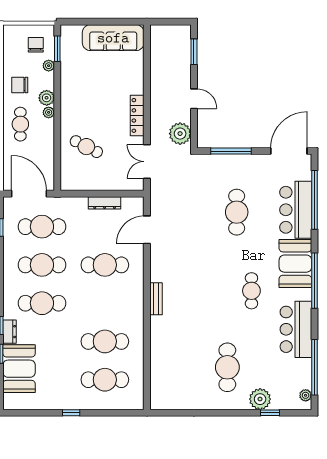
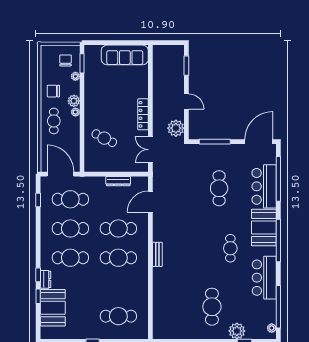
cafe table: (105, 341) -> (118, 258), moved

